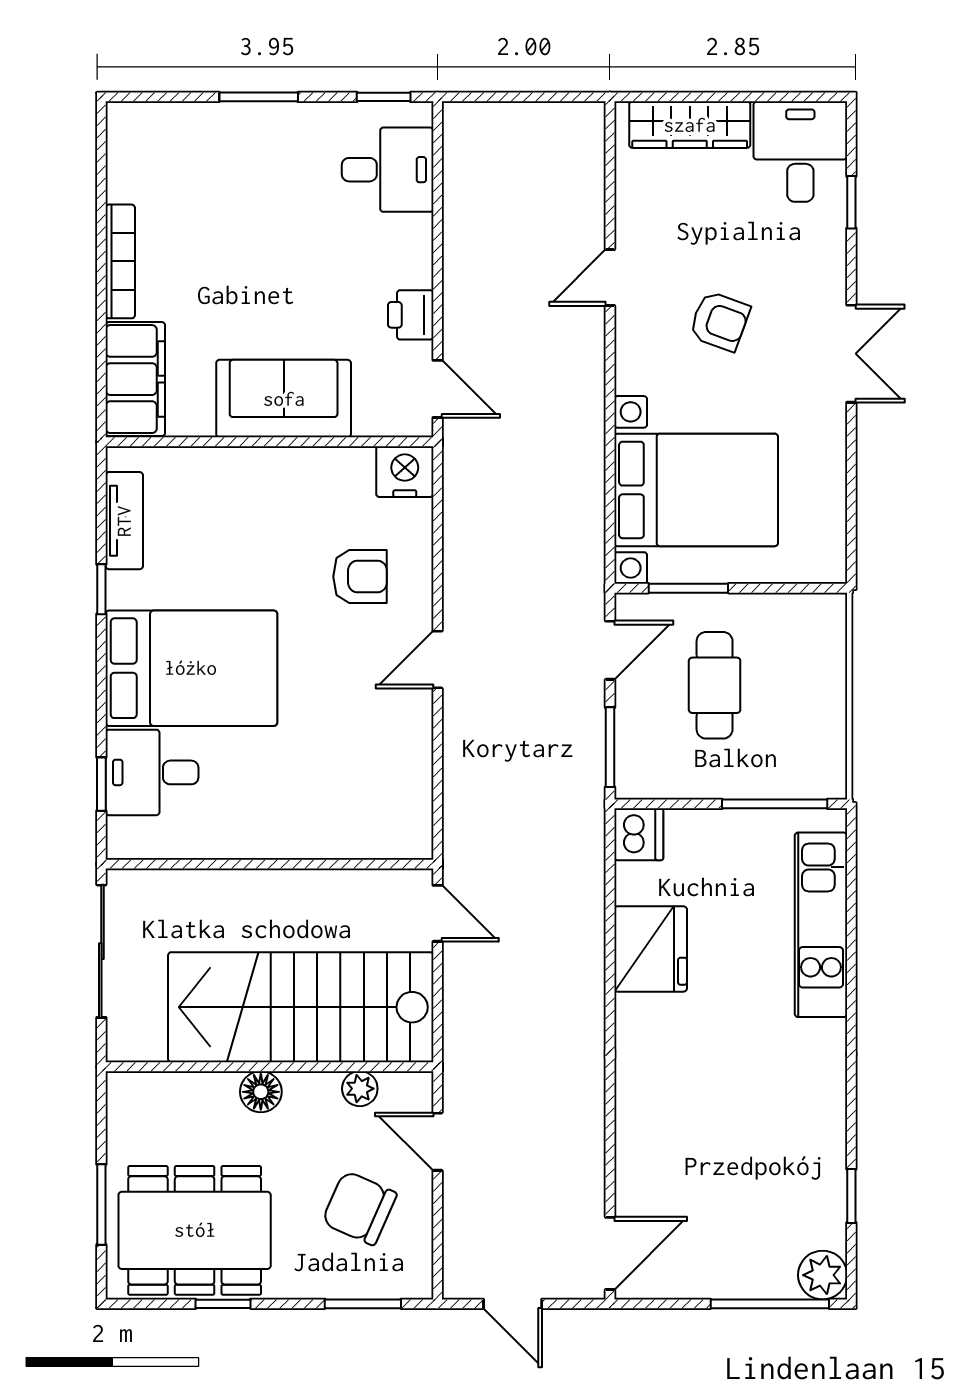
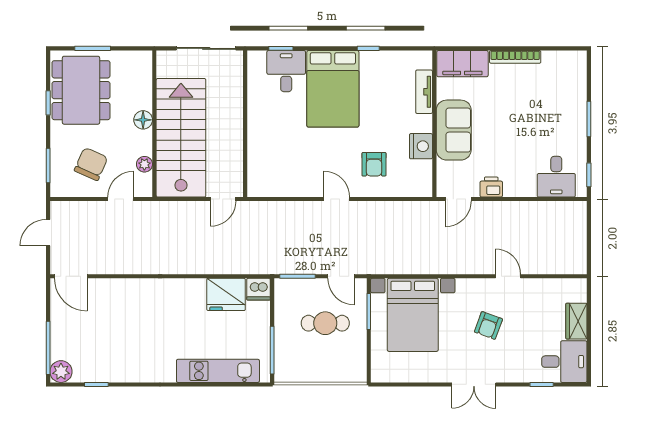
wardrobe: (690, 125) -> (576, 321), width x0.67
nightstand: (405, 472) -> (421, 146), moved
tv unit: (124, 521) -> (424, 92), moved, turned 90
fridge: (651, 949) -> (226, 294), moved

